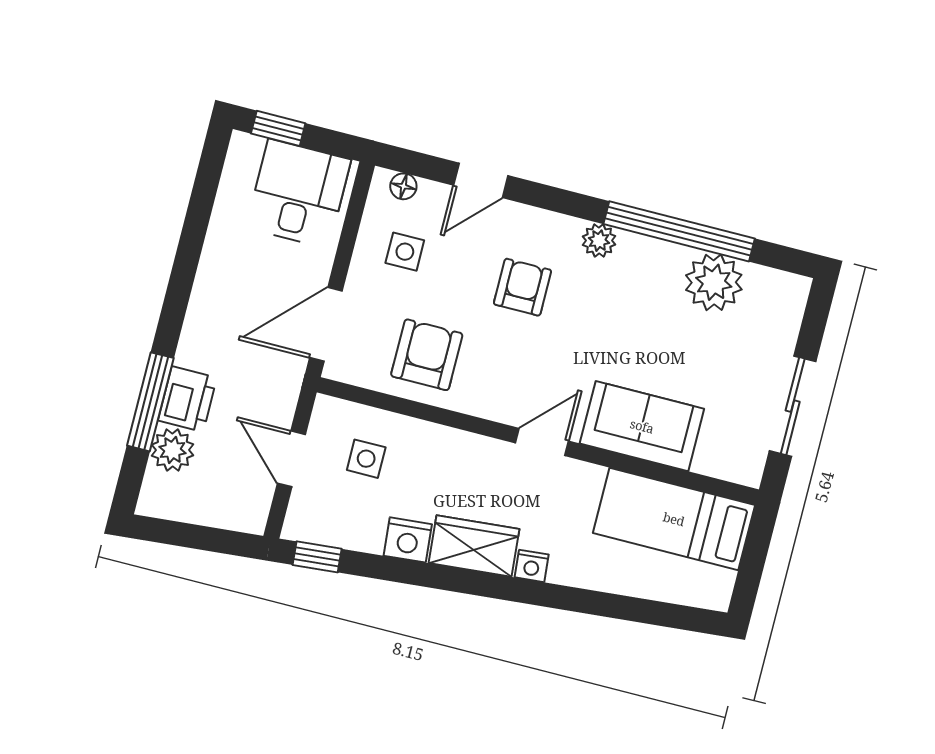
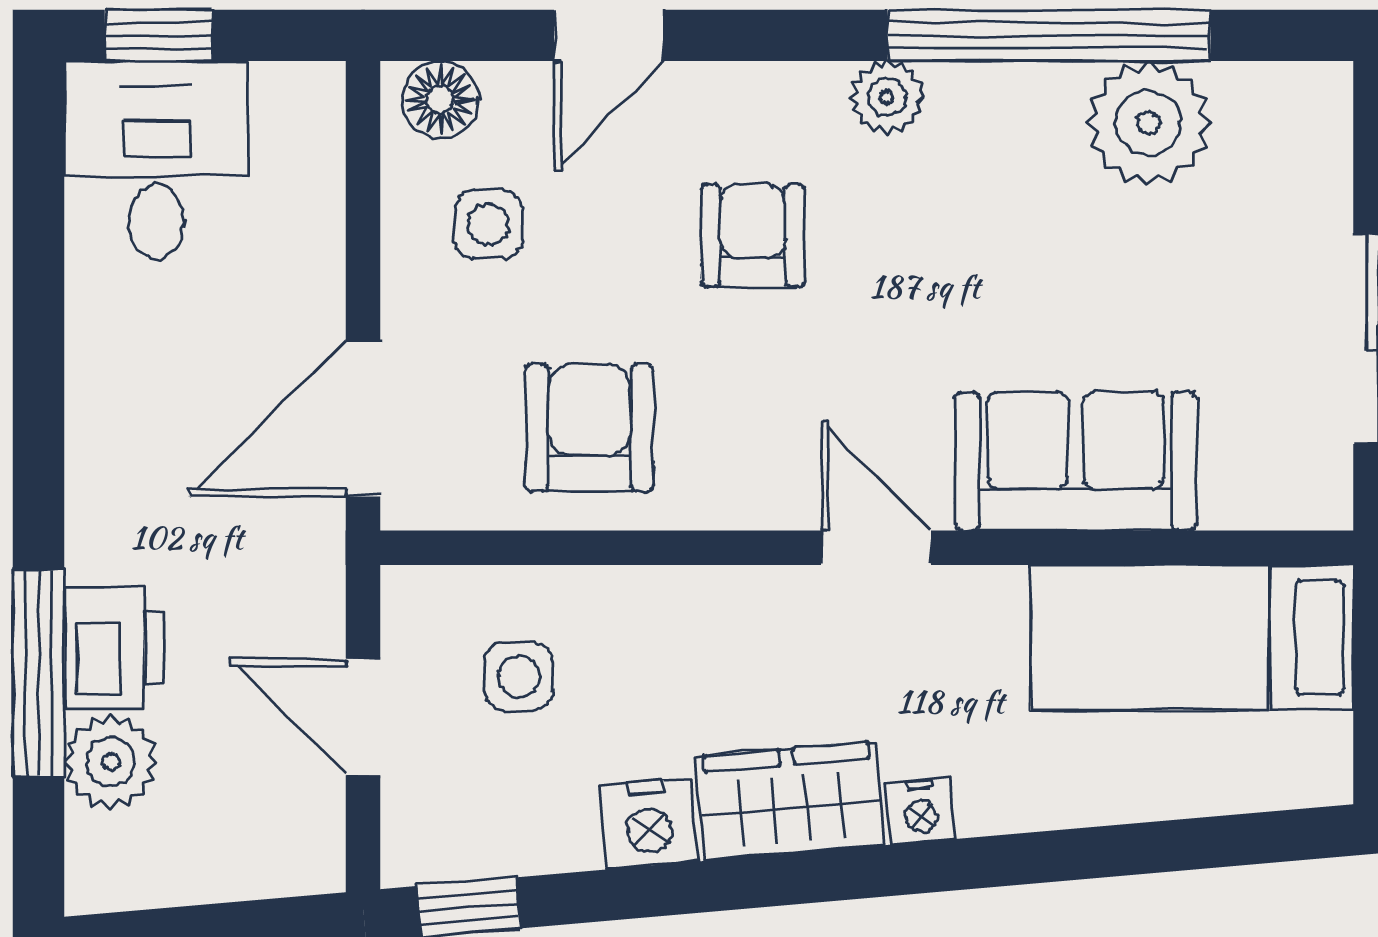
floor lamp: (403, 186) -> (440, 100), width x1.37, depth x1.37
desk: (298, 194) -> (156, 160), moved
door: (542, 442) -> (876, 548), hinge flipped

